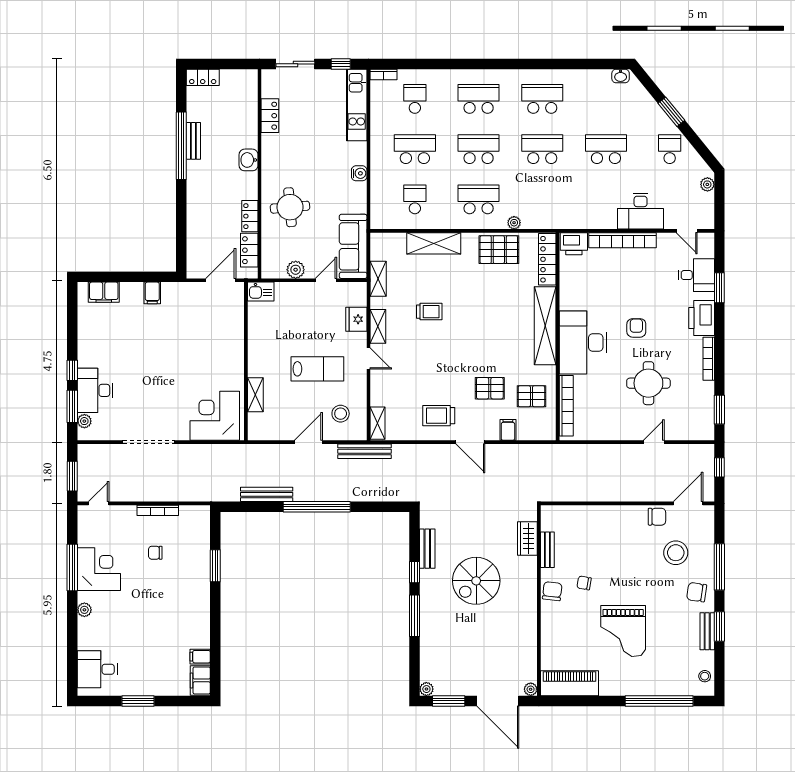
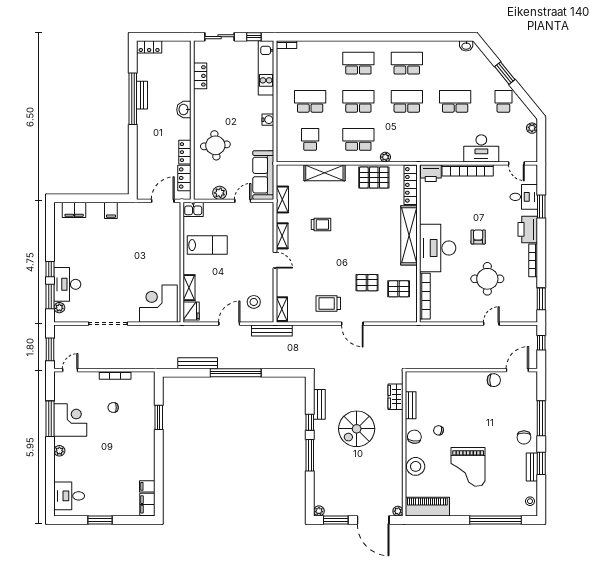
school desk: (415, 99) -> (310, 63), removed
fridge: (356, 319) -> (191, 311), moved, turned 180
lab bench: (317, 369) -> (207, 245), moved
filing cabinet: (508, 430) -> (381, 314), removed
stool: (676, 553) -> (416, 466), moved
chair: (697, 592) -> (524, 437), turned -98

